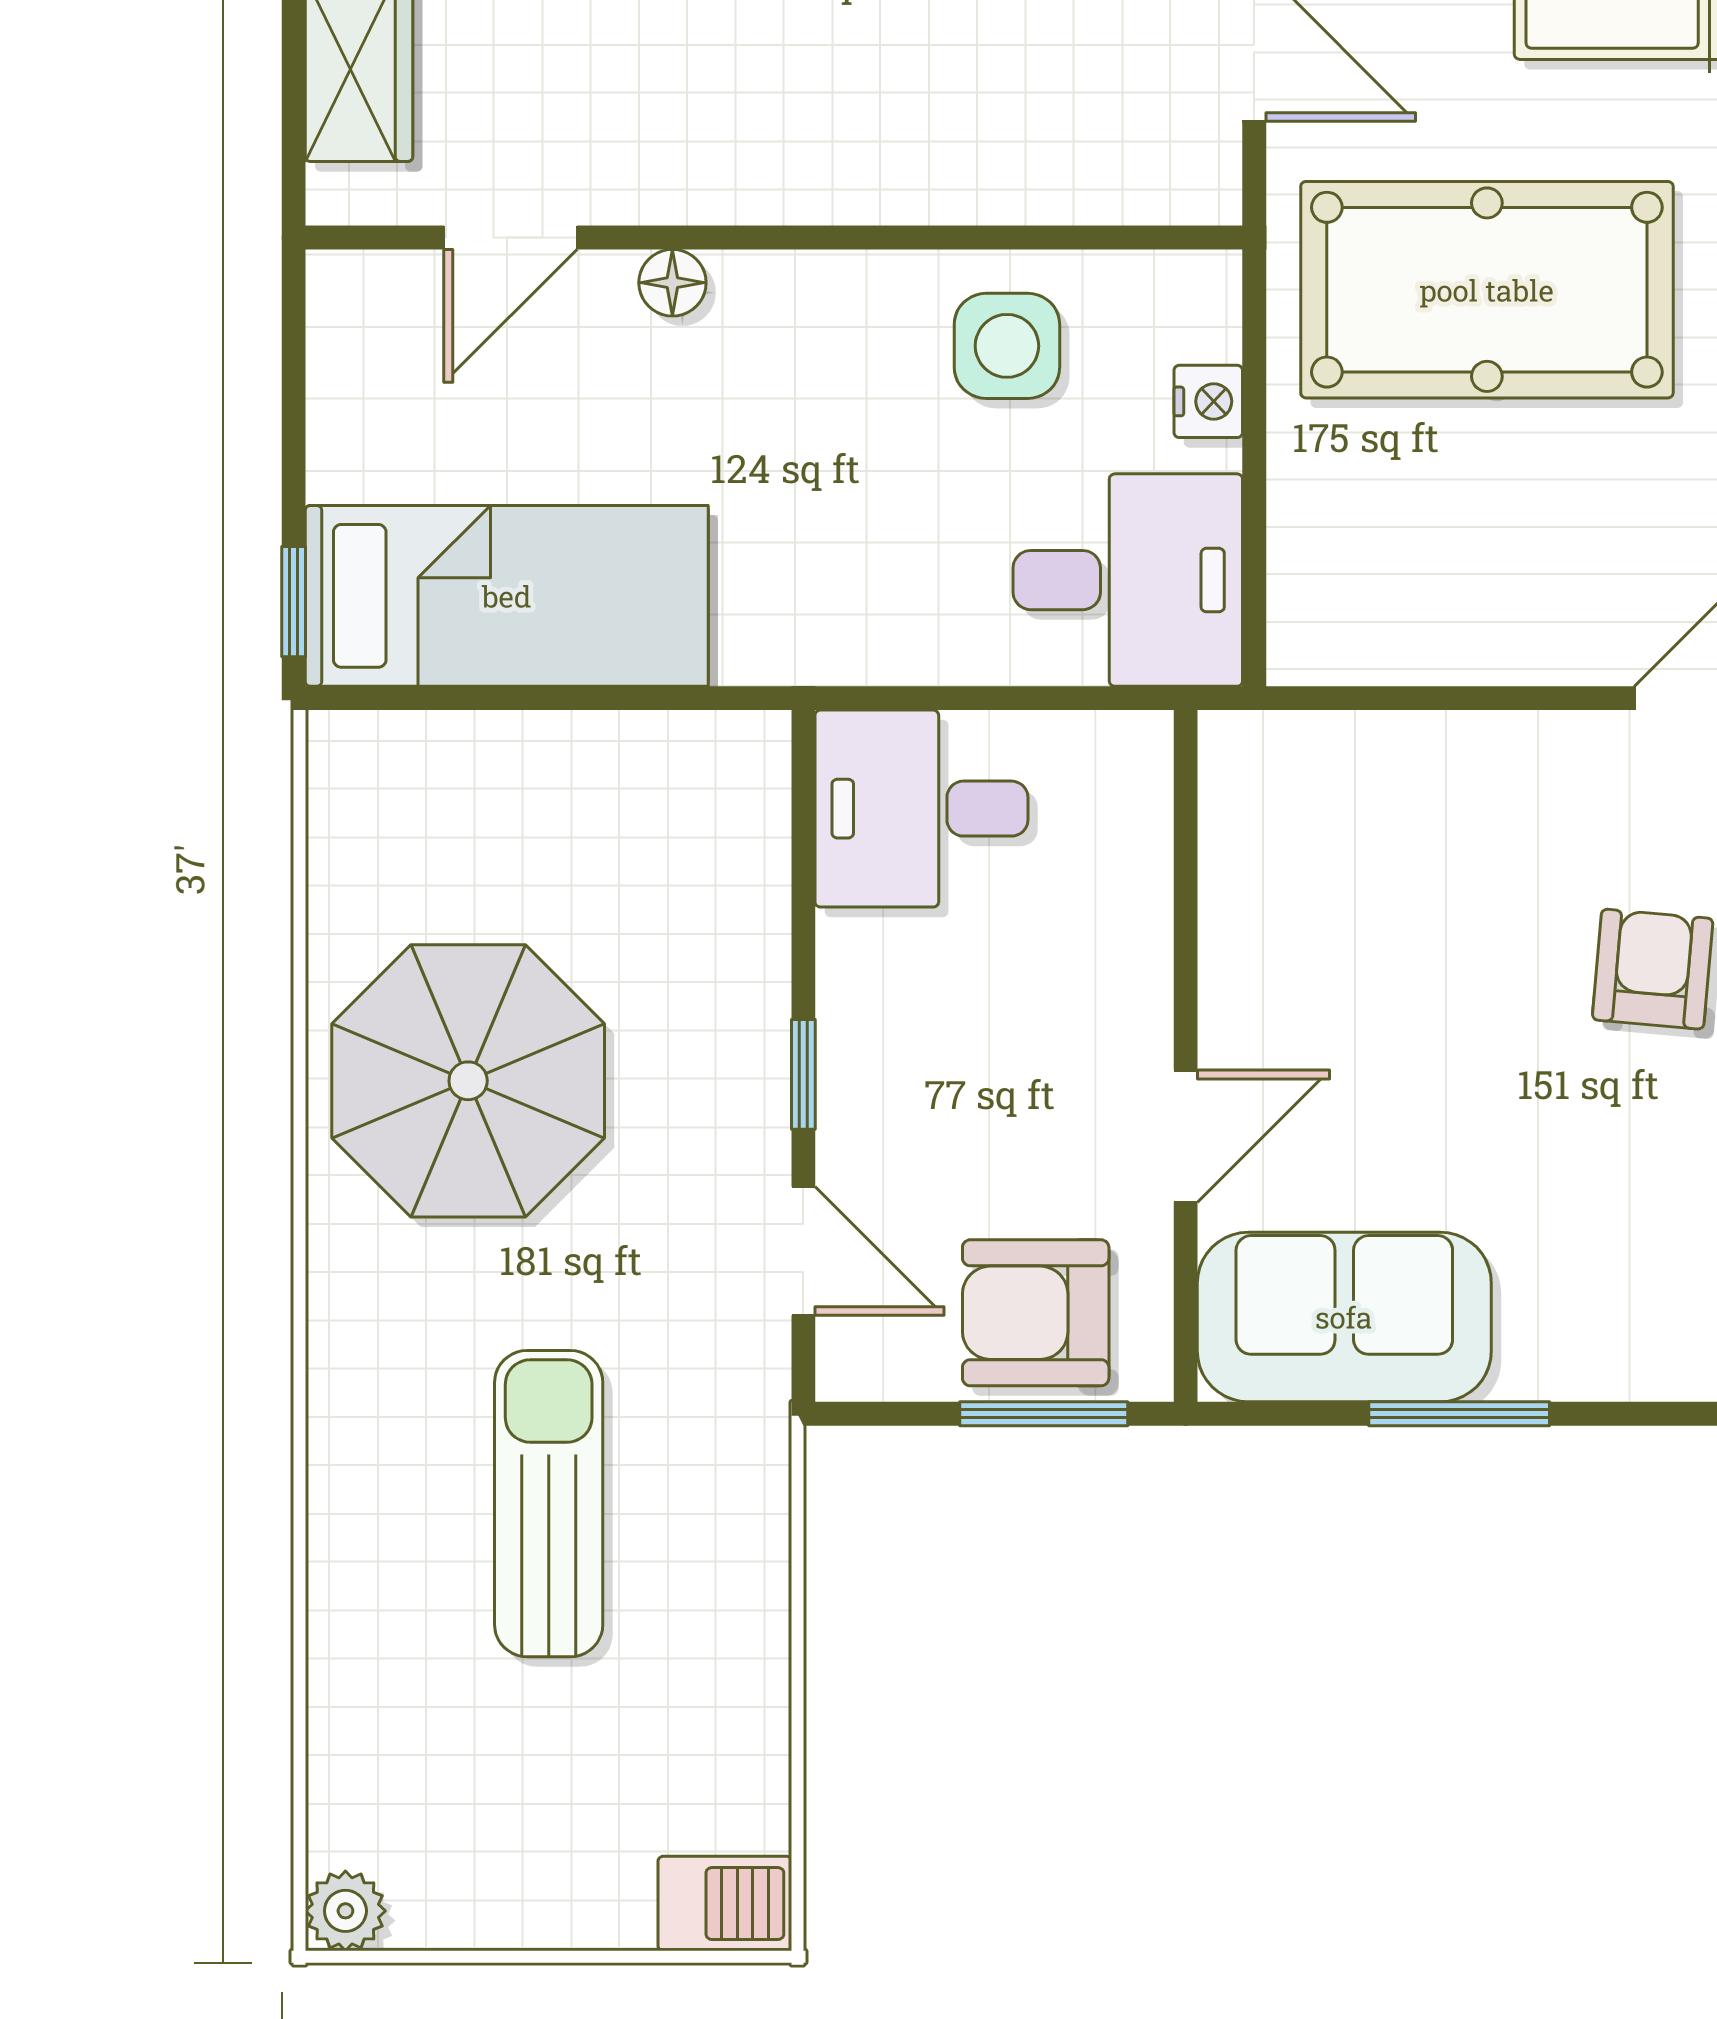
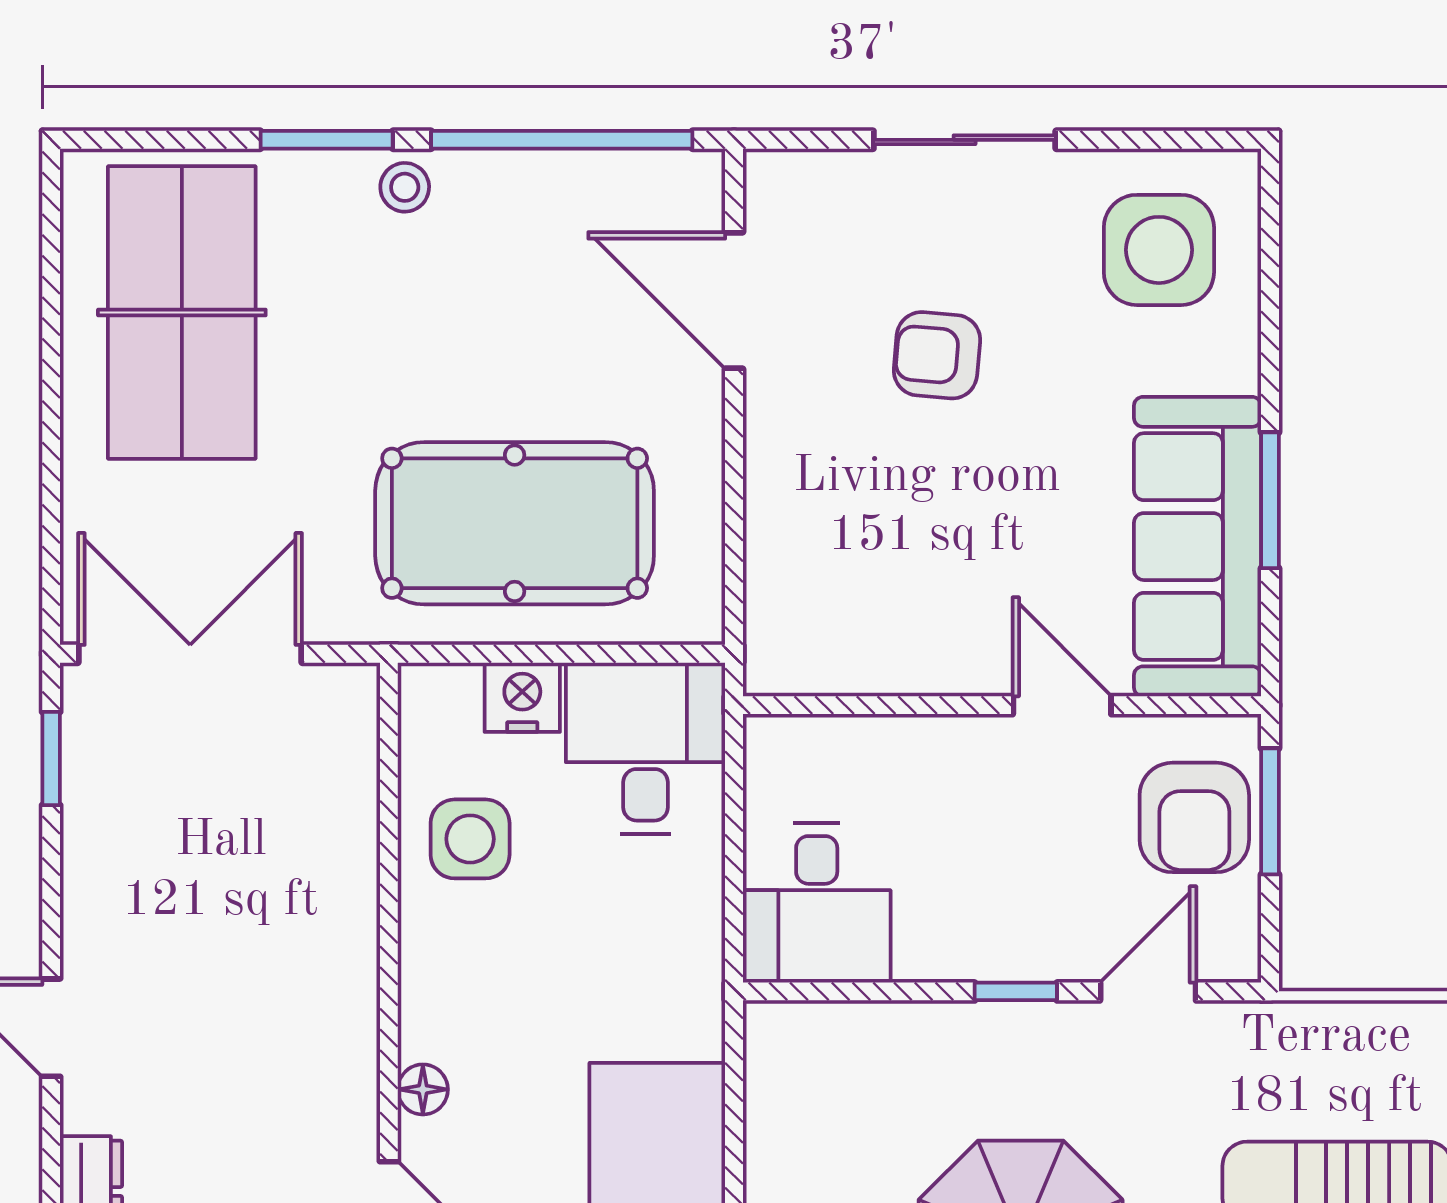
pool table: (1487, 290) -> (515, 523), moved, turned 90
nightstand: (1208, 401) -> (522, 697), width x1.39, depth x1.35
sofa: (1344, 1317) -> (1198, 547), width x1.36

